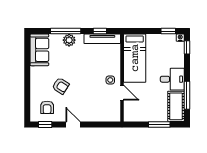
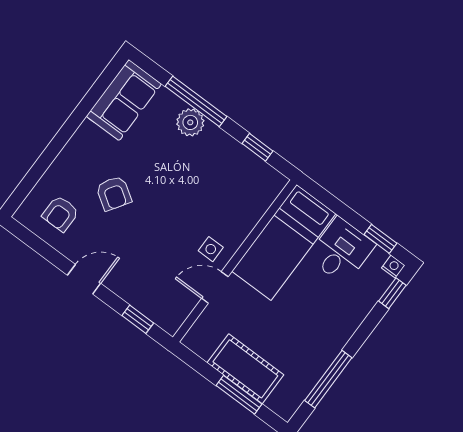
tv unit: (102, 39) -> (252, 164), removed
desk: (172, 79) -> (341, 251), moved, turned -90
door: (122, 93) -> (215, 288), swing flipped
cot: (176, 106) -> (245, 369), moved, turned 90
window: (45, 125) -> (138, 319), moved
door: (73, 125) -> (84, 279), hinge flipped

